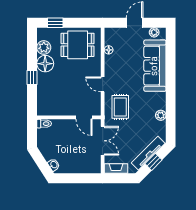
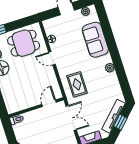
sofa: (155, 66) -> (95, 40), width x0.73
door: (103, 84) -> (52, 58), moved
plant: (161, 115) -> (110, 68), moved
door: (84, 117) -> (49, 103), swing flipped

